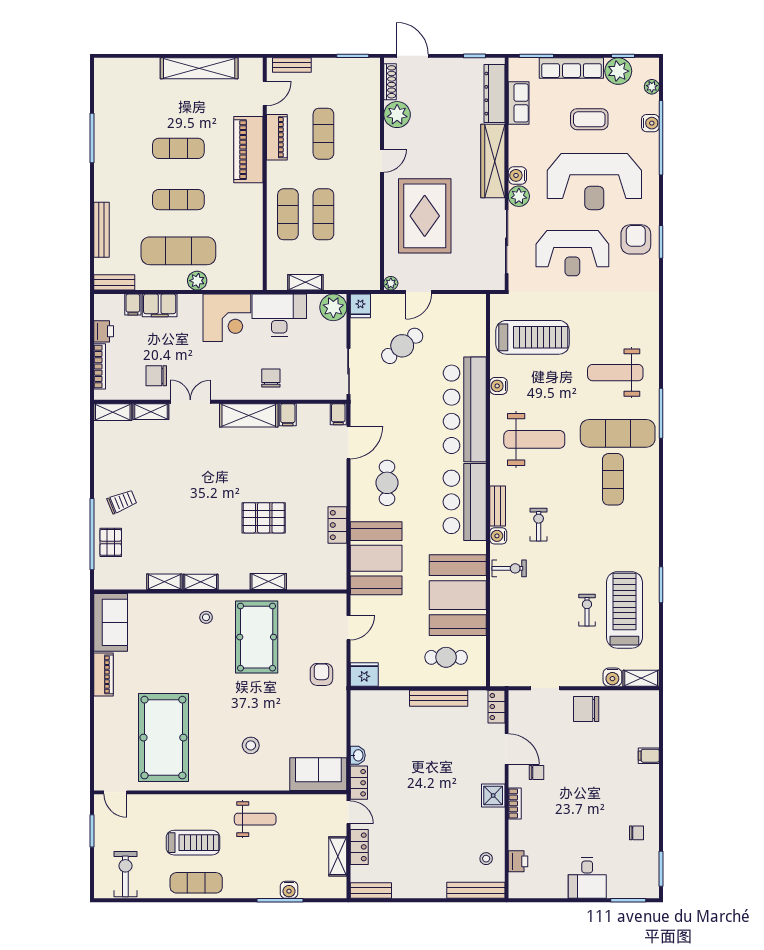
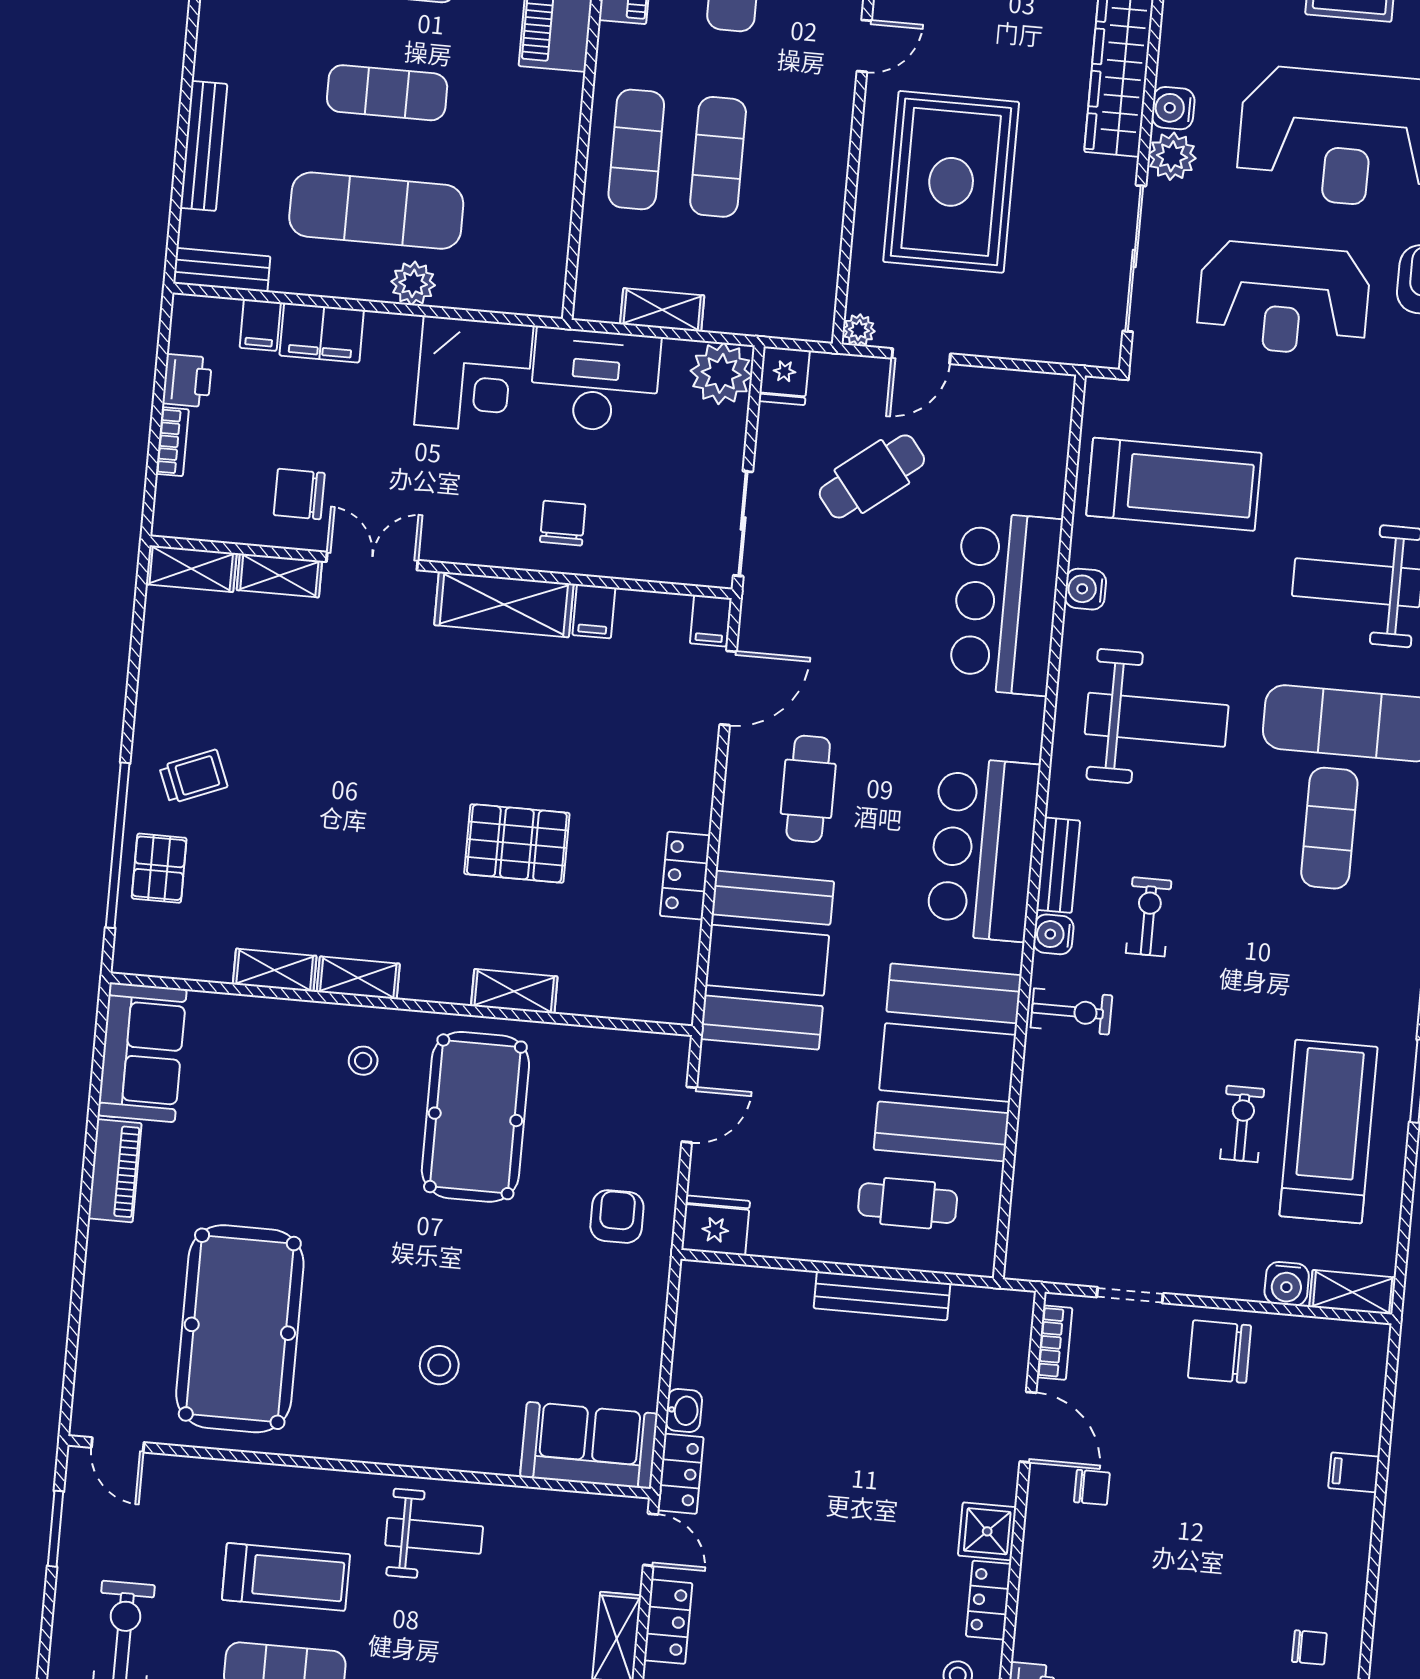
bookcase: (100, 366) -> (172, 442), width x0.64
bar counter: (465, 409) -> (1006, 603), width x0.73
locker: (496, 707) -> (989, 1600), moved
bookcase: (515, 803) -> (1055, 1343), moved

